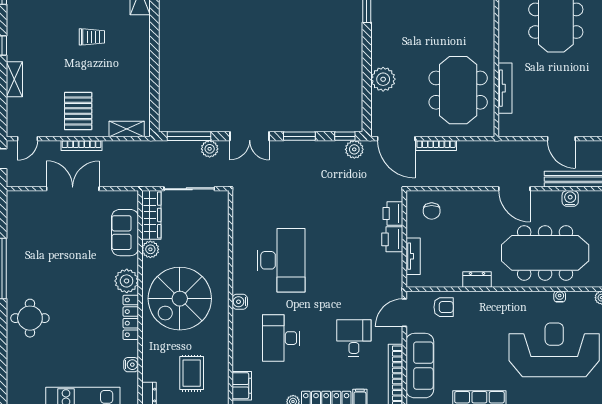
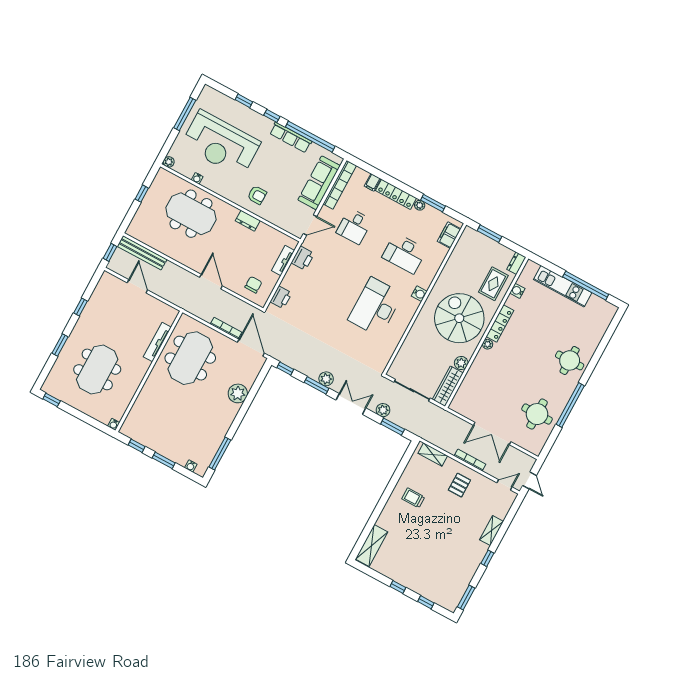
trolley: (92, 37) -> (413, 498), moved
pallet: (78, 111) -> (459, 485), width x0.67, depth x0.71
window: (189, 136) -> (393, 427), width x0.69
plant: (354, 149) -> (326, 379), moved
door: (514, 189) -> (211, 282), moved
water cooler: (570, 198) -> (153, 242), removed
sofa: (125, 233) -> (472, 384), removed
round table: (34, 238) -> (537, 414), added
printer: (392, 239) -> (303, 258), moved
meeting table: (545, 253) -> (191, 214), width x0.73
plant: (127, 281) -> (488, 344), width x0.53, depth x0.53
spiral stairs: (180, 299) -> (459, 318), turned -90
armchair: (444, 307) -> (257, 195), moved, turned 180
desk: (281, 338) -> (404, 253), turned 90
rug: (192, 373) -> (493, 284), moved

